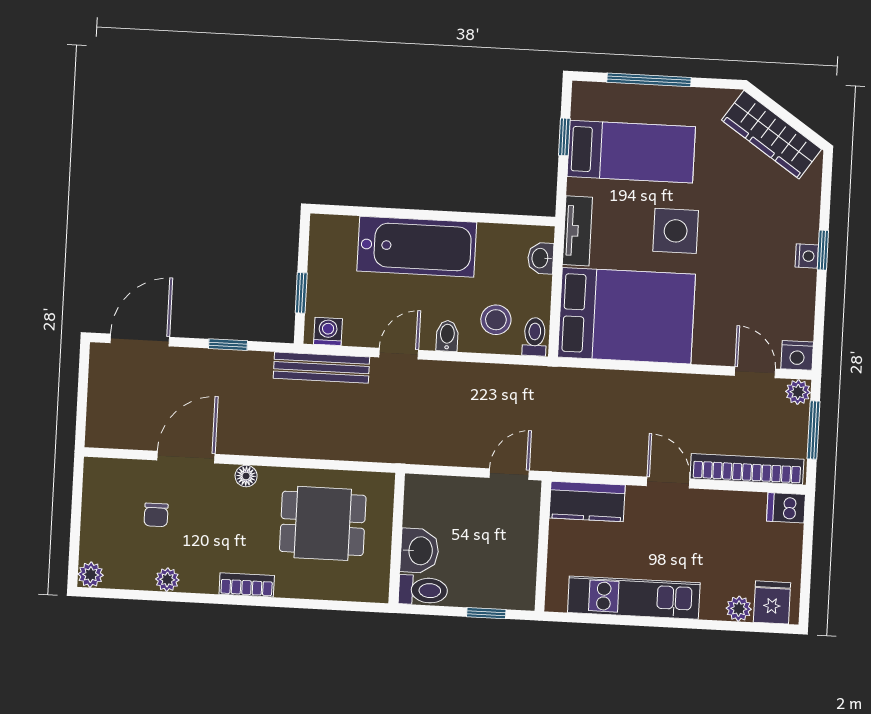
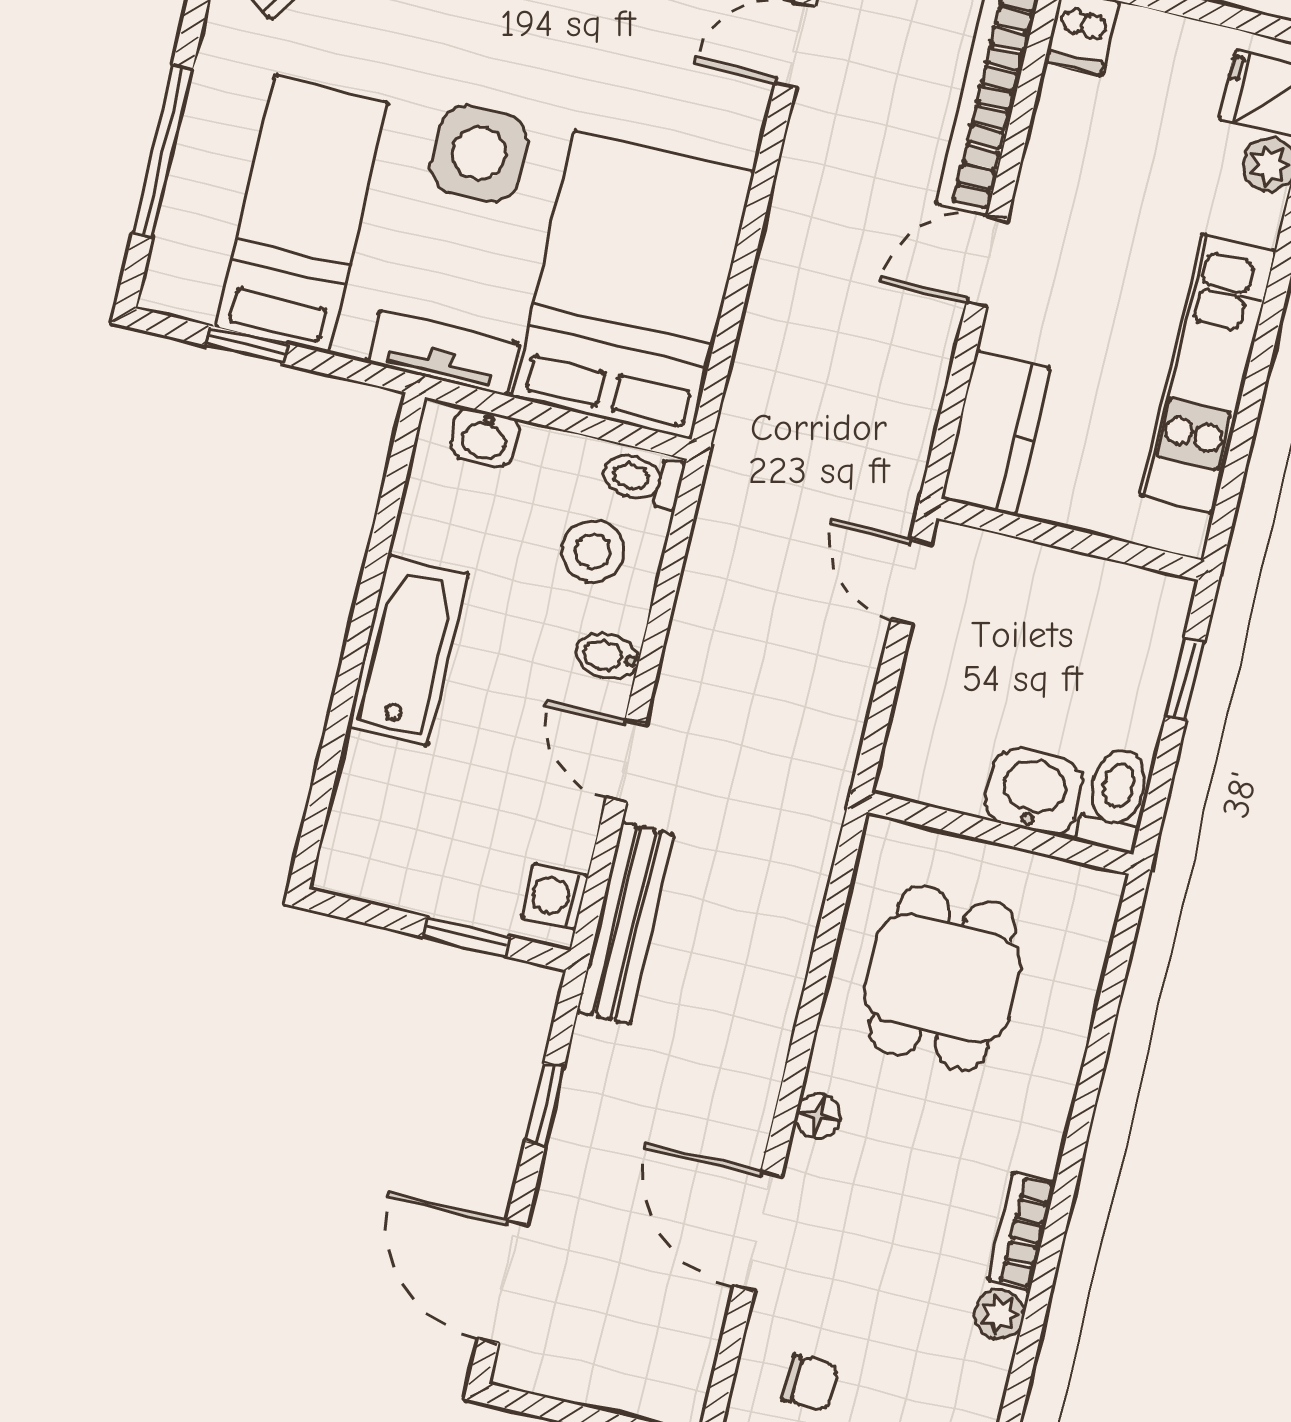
bathtub: (417, 247) -> (408, 650), width x0.73, depth x0.73
chair: (156, 515) -> (810, 1383), moved
bookcase: (247, 585) -> (1021, 1231), moved

